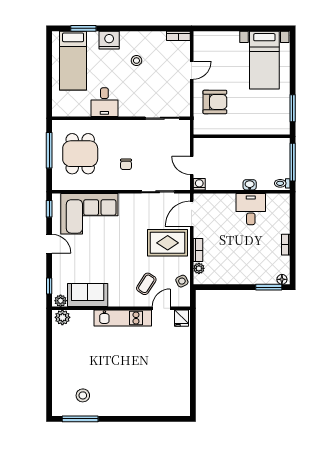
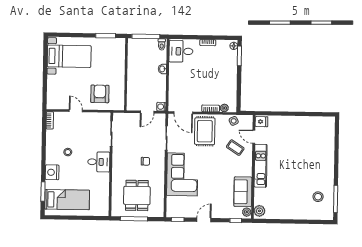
desk: (104, 102) -> (99, 162), moved
dining table: (80, 154) -> (137, 195), turned 90
desk: (251, 209) -> (181, 51), moved
corner sofa: (89, 214) -> (182, 174), moved

